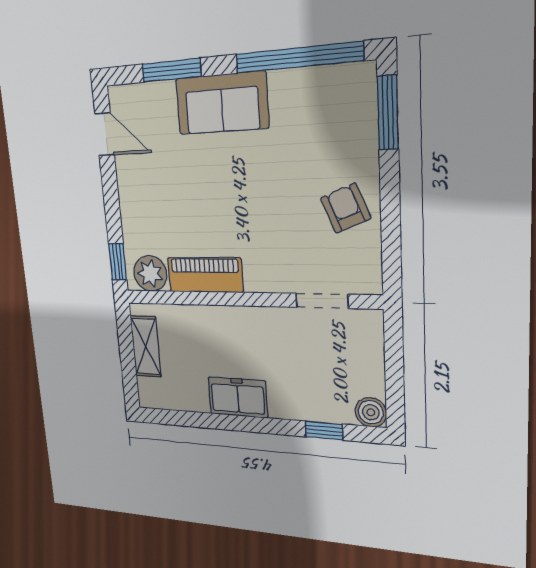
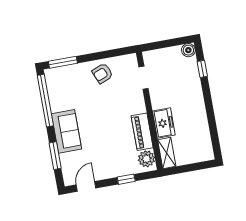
window: (118, 262) -> (126, 179), moved
shelving: (146, 346) -> (167, 153), moved, turned 90
freezer: (238, 397) -> (164, 123), moved, turned 180

